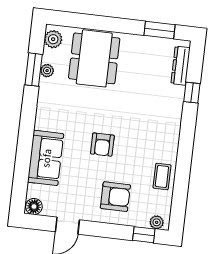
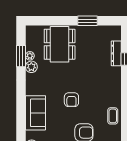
window: (159, 30) -> (87, 21), moved
plant: (53, 39) -> (31, 67), moved
dresser: (181, 66) -> (116, 53), moved

